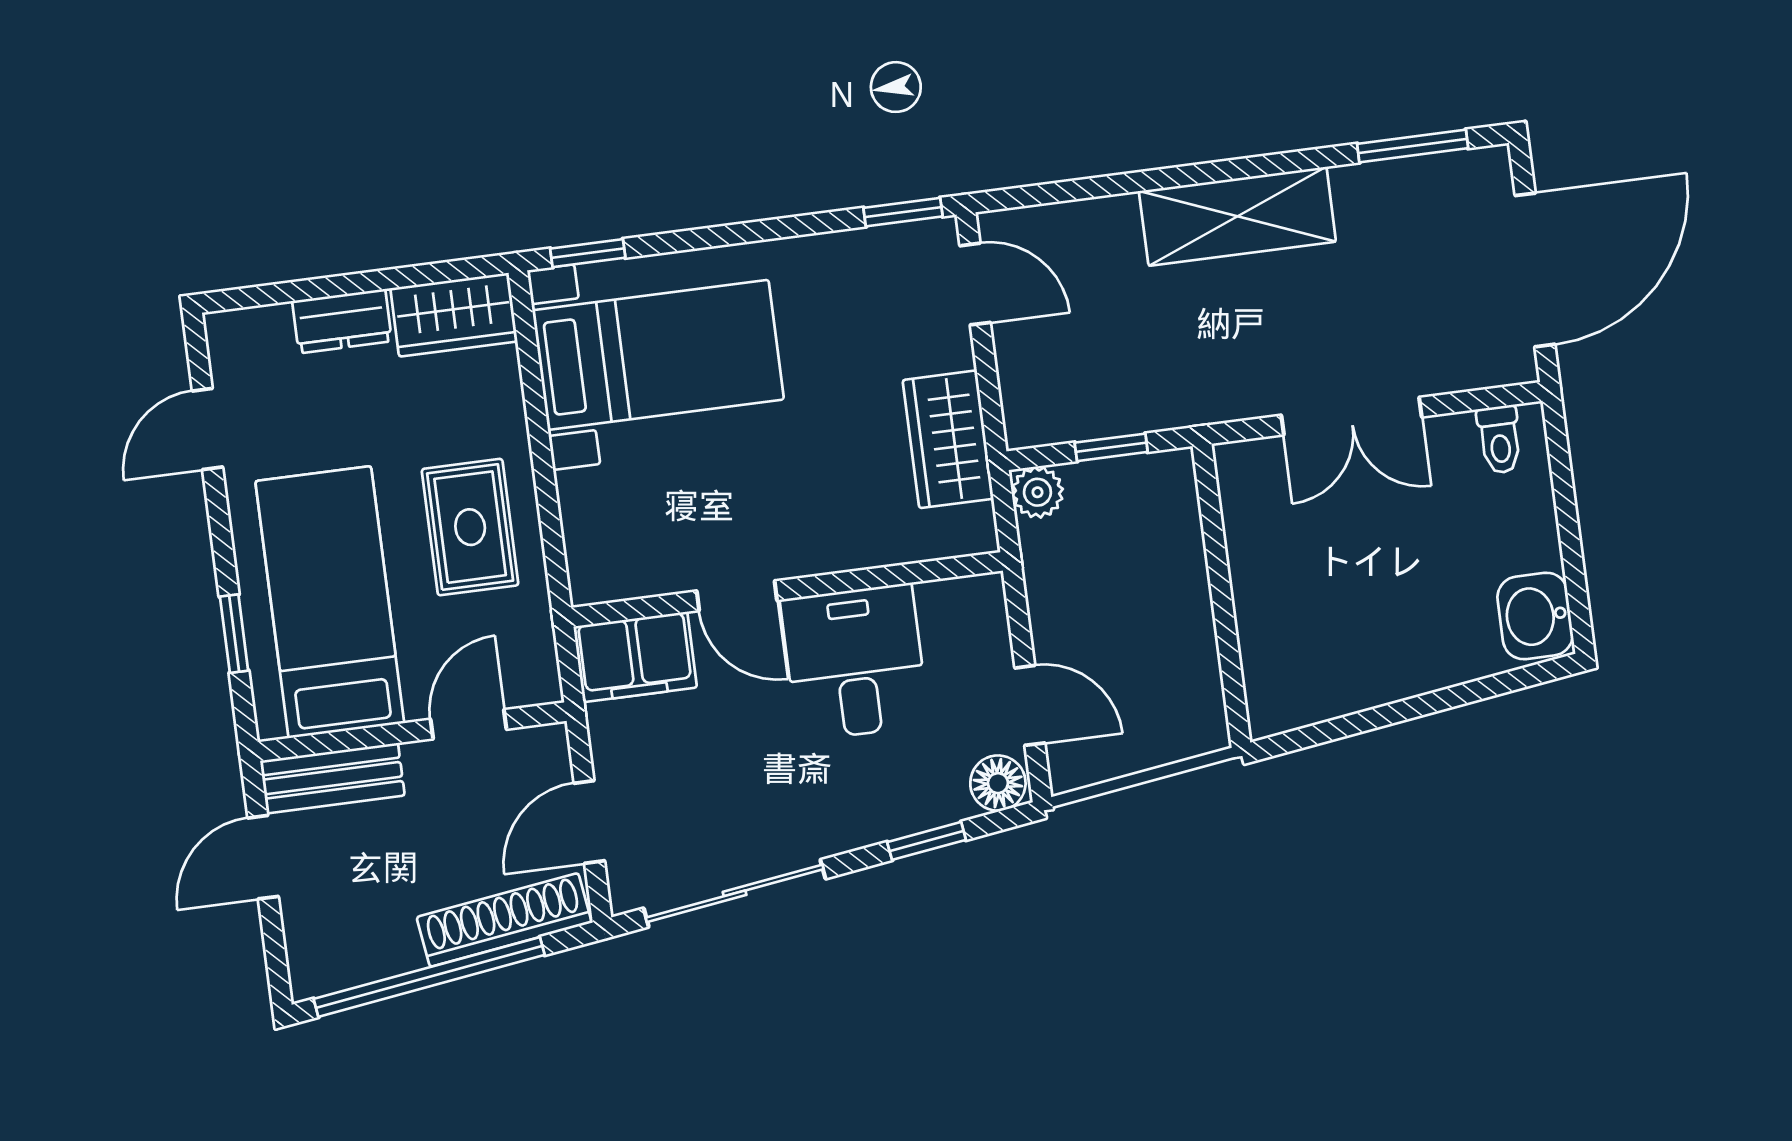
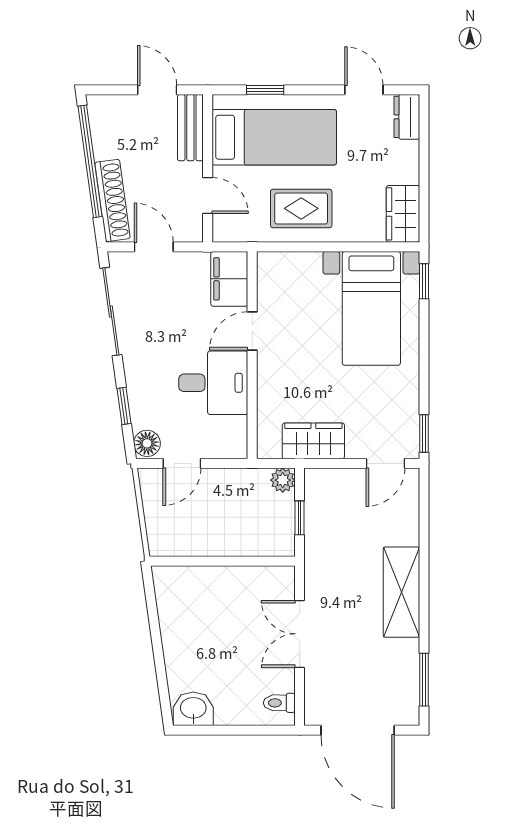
dresser: (342, 321) -> (407, 117), moved

